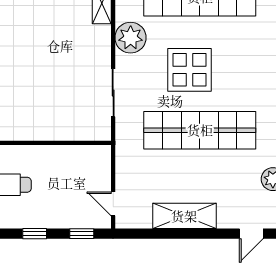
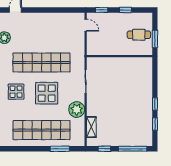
display table: (250, 73) -> (16, 92), added
shelving: (184, 216) -> (49, 19), removed

